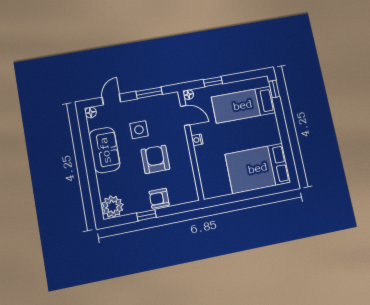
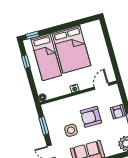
window: (213, 82) -> (26, 62), moved
door: (185, 116) -> (102, 86), moved
bed: (258, 168) -> (71, 49), moved

